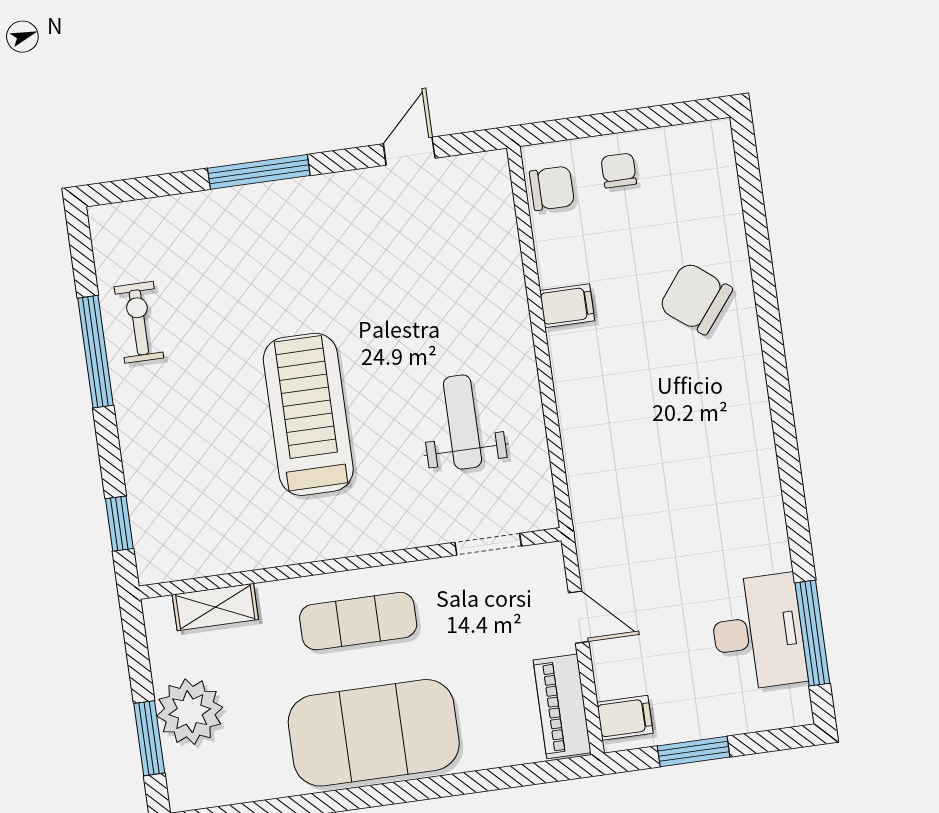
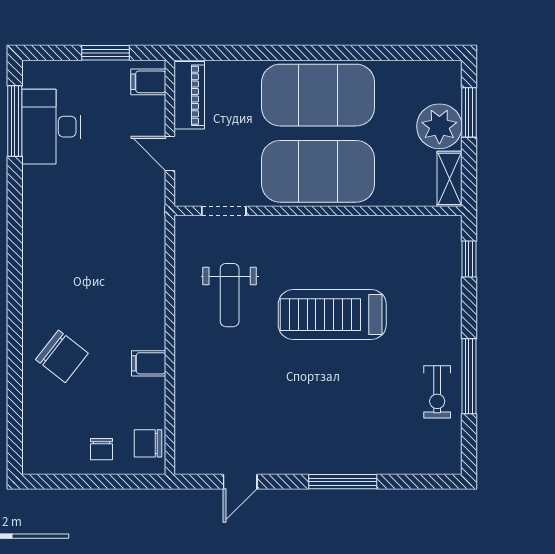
treadmill: (308, 414) -> (332, 315), turned 90
shelving: (215, 607) -> (449, 179), moved, turned 90
exercise mat: (358, 621) -> (318, 171), width x2.00, depth x1.45

